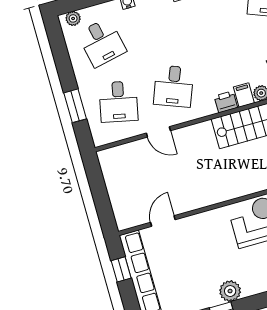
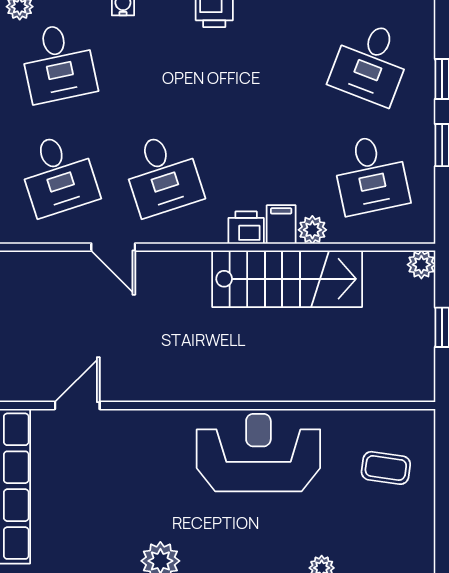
desk: (174, 86) -> (162, 174), turned -39
desk: (118, 102) -> (58, 174), turned -30

